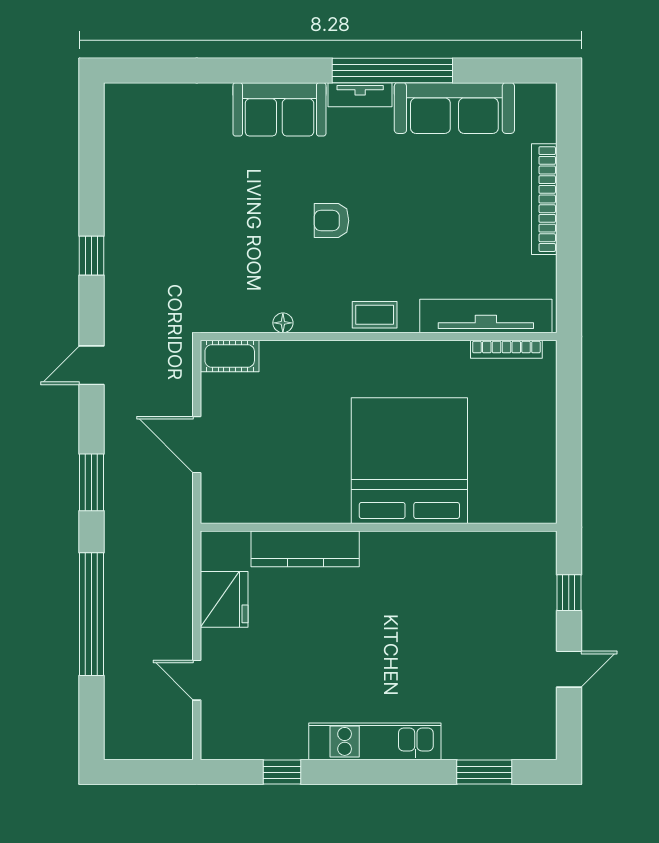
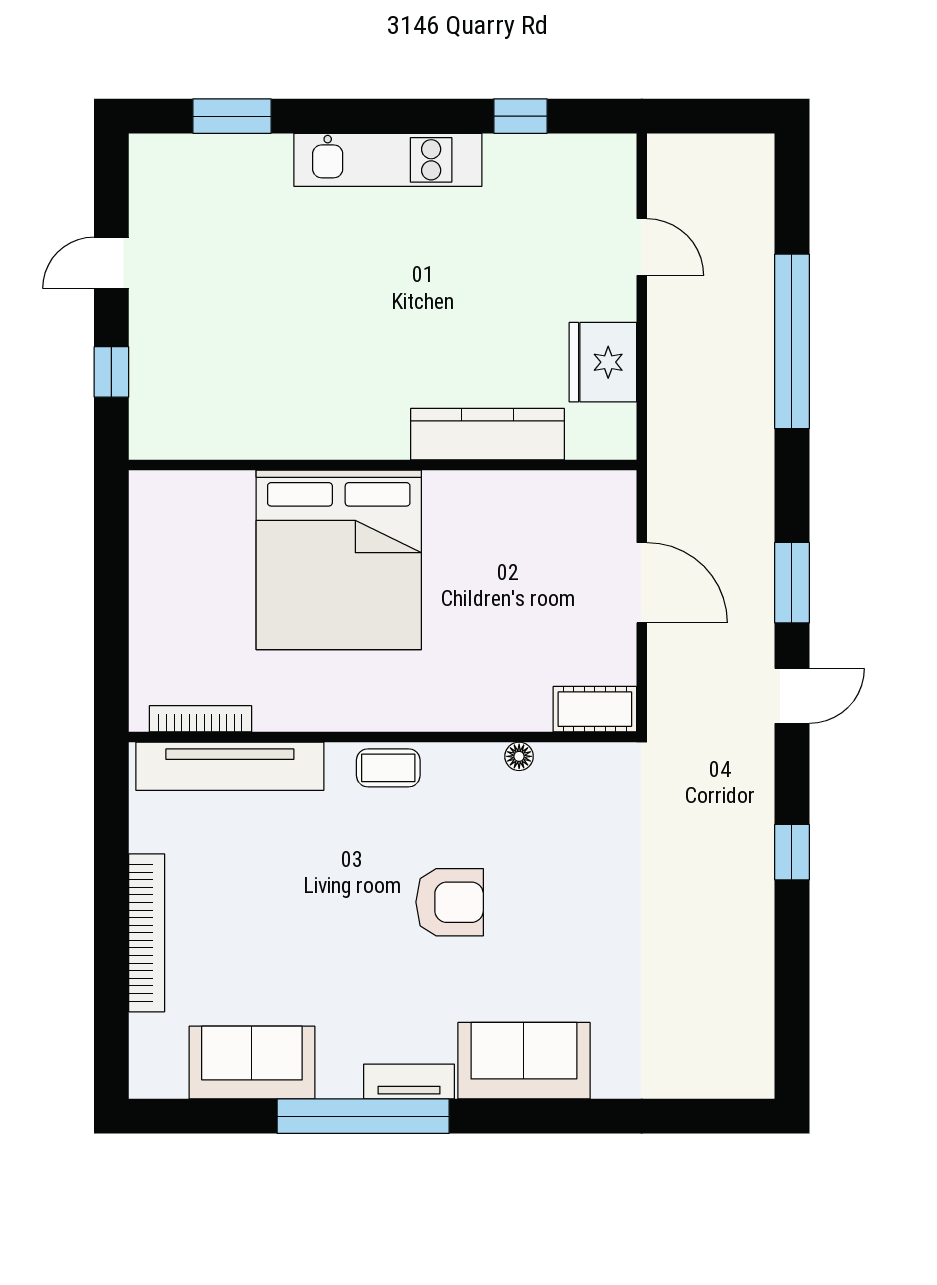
sofa: (454, 108) -> (252, 1063), width x0.73
armchair: (332, 221) -> (450, 902), width x1.38, depth x1.38
window: (91, 482) -> (792, 583), moved

